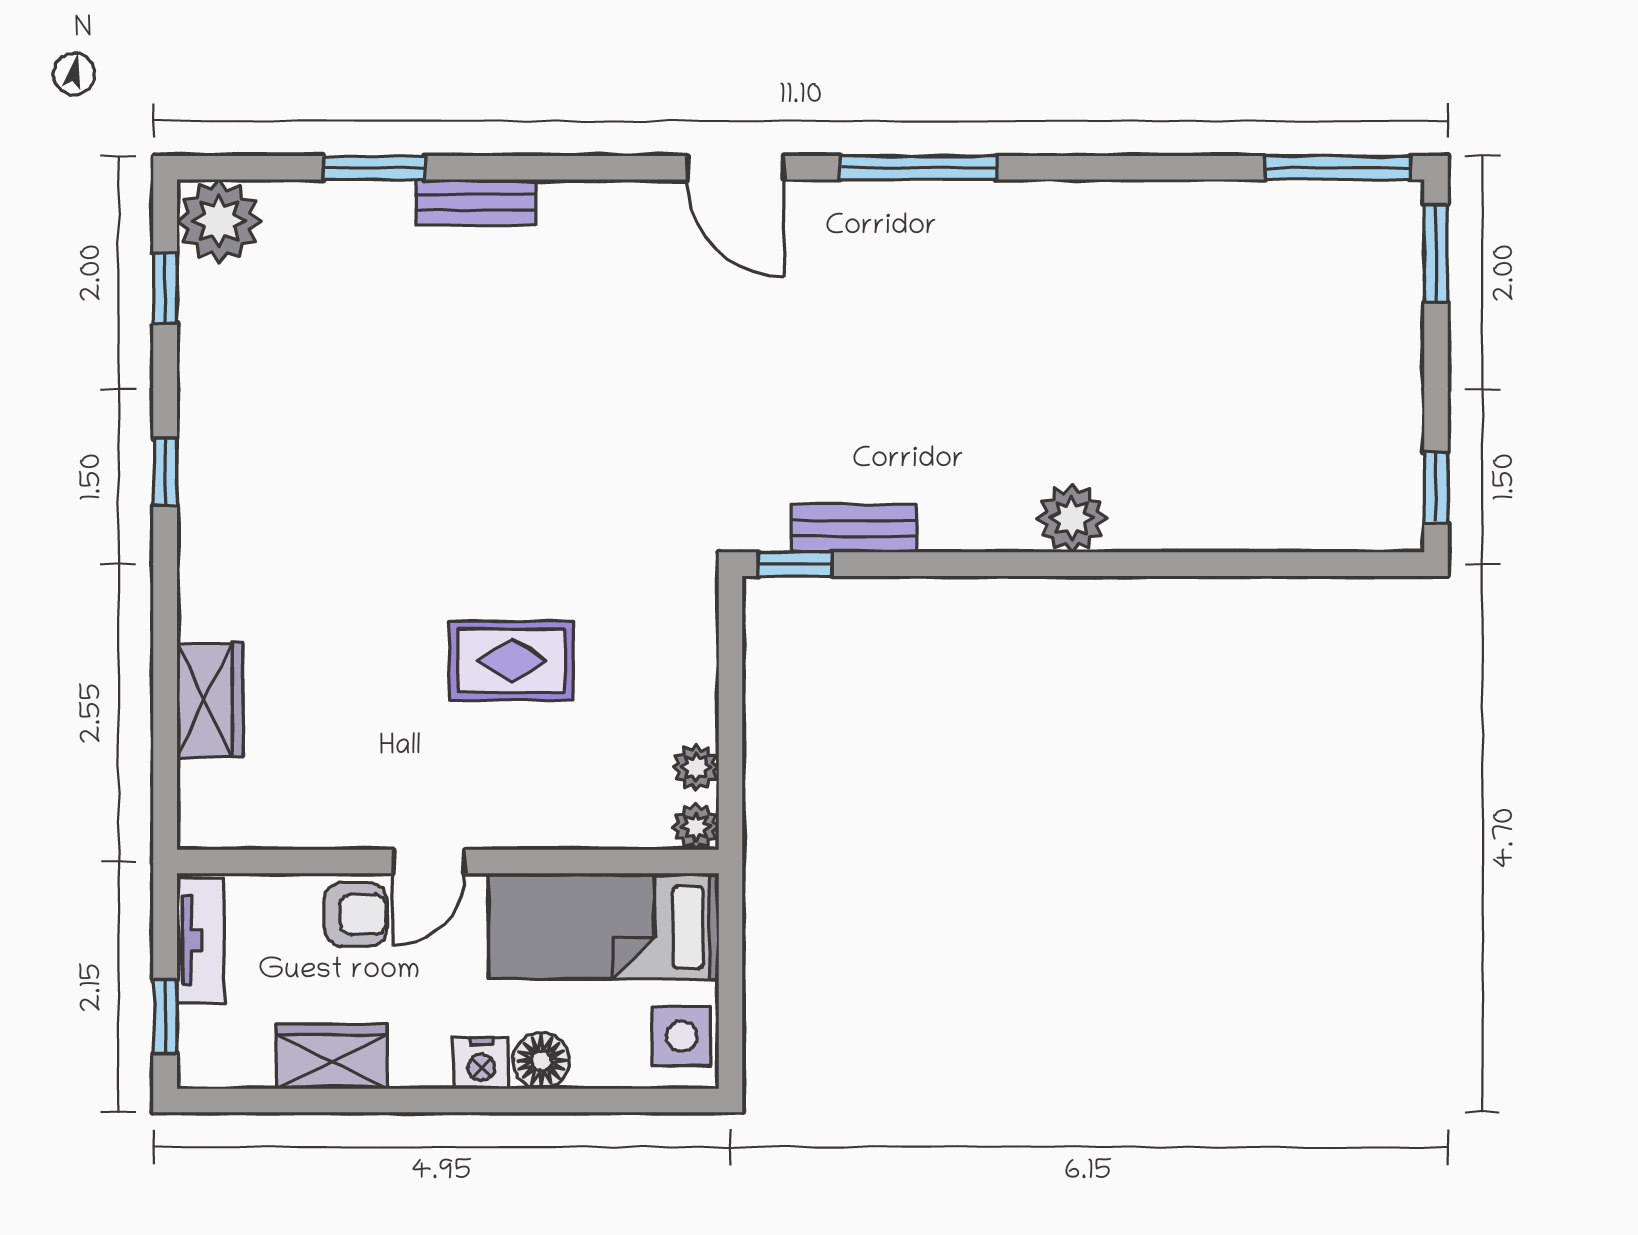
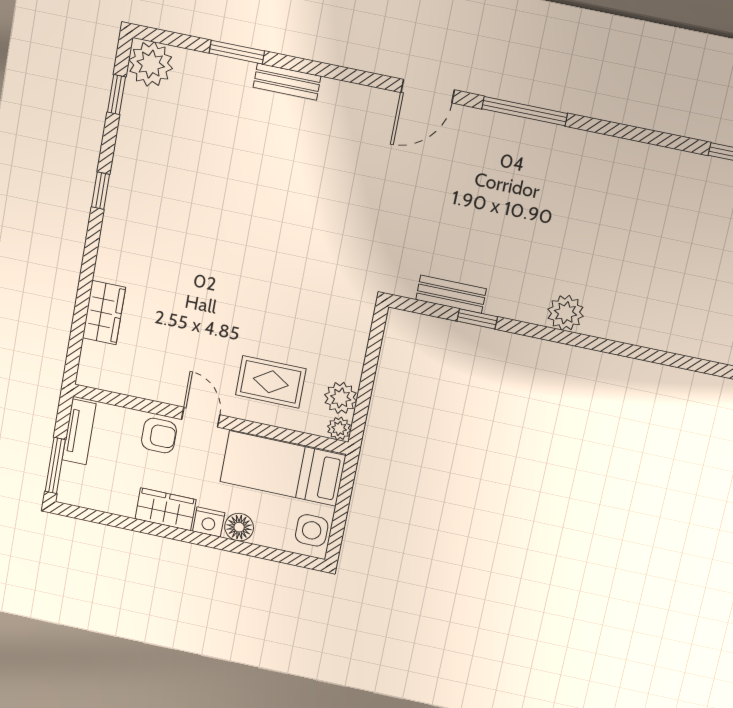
door: (735, 168) -> (428, 91), hinge flipped
window: (795, 564) -> (477, 319), moved
rug: (512, 661) -> (271, 382), moved
plant: (696, 767) -> (341, 398), width x1.38, depth x1.38
door: (429, 861) -> (201, 417), swing flipped
window: (165, 1017) -> (55, 465), width x1.50
wardrobe: (332, 1057) -> (165, 509), moved

